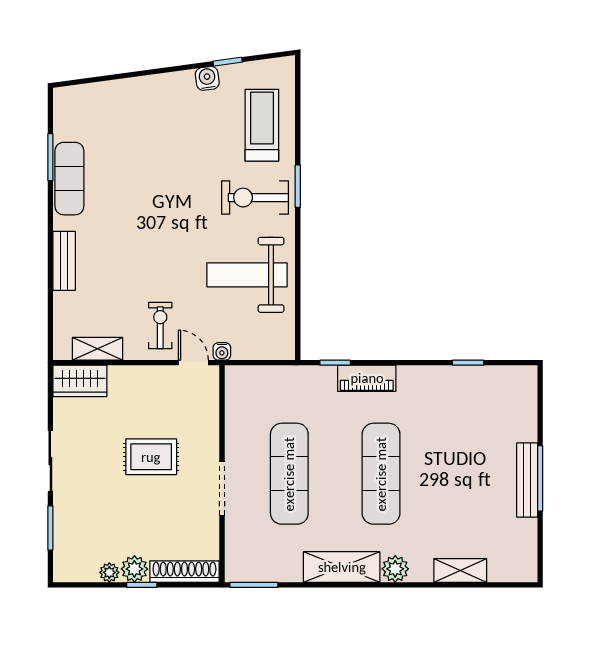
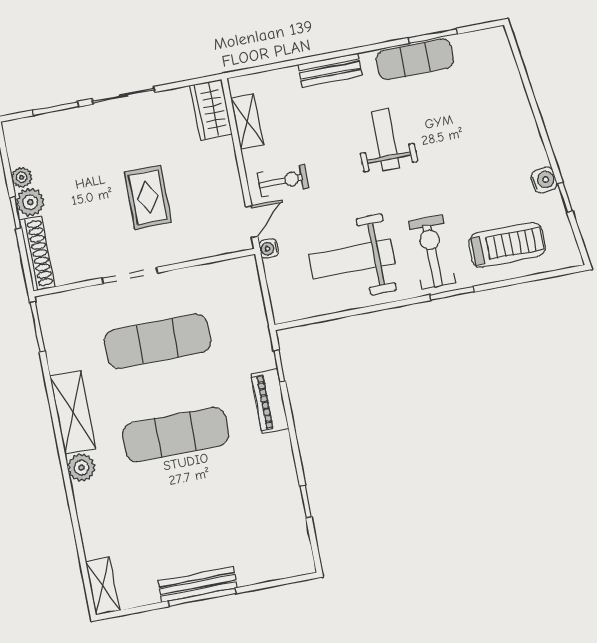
weight bench: (140, 221) -> (385, 140), added
weight bench: (247, 275) -> (352, 259), turned -90
shelving: (460, 570) -> (103, 586), moved

